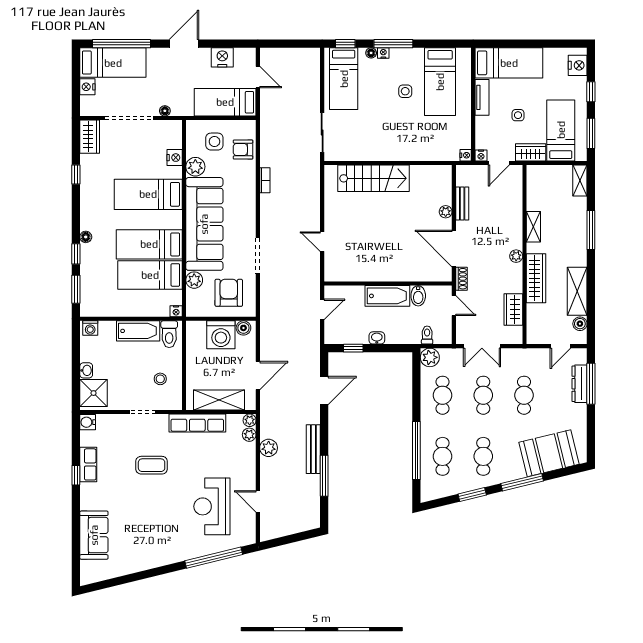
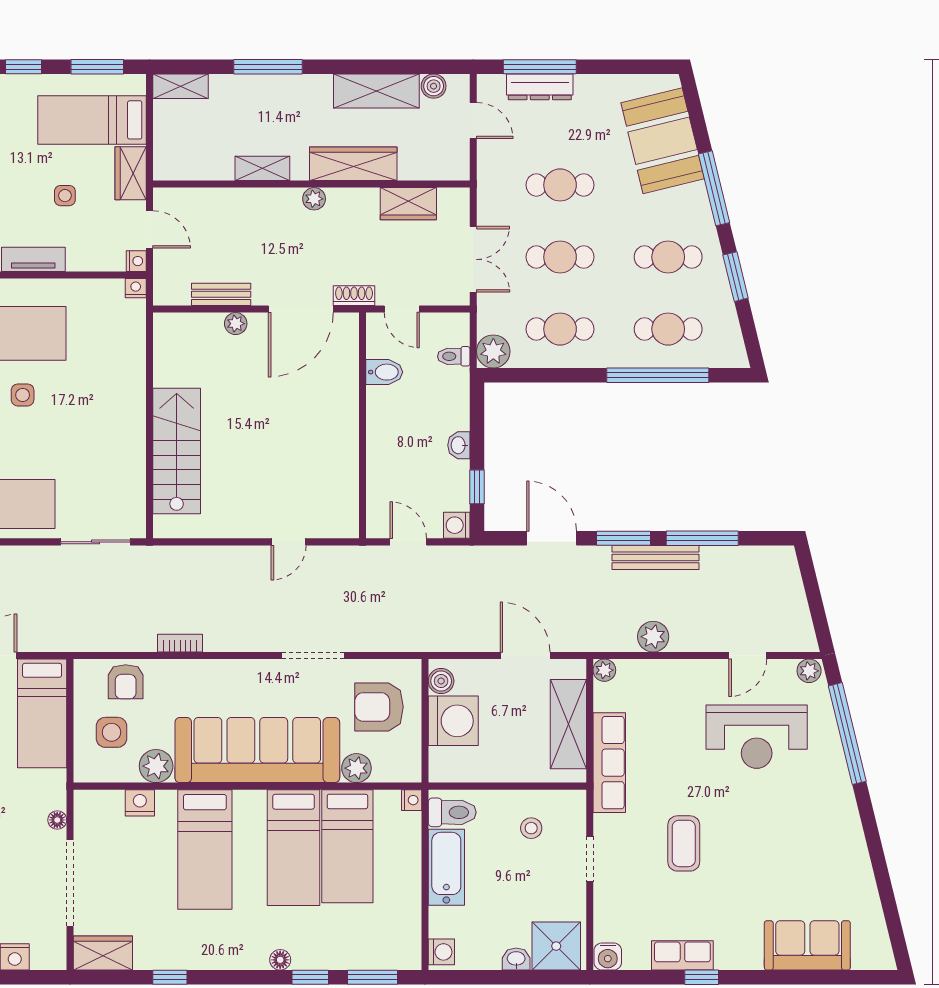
bathtub: (387, 296) -> (384, 426), removed
door: (454, 306) -> (402, 309), swing flipped
washing machine: (332, 337) -> (457, 525), added
window: (324, 431) -> (623, 538), added
plant: (249, 435) -> (809, 671), moved

